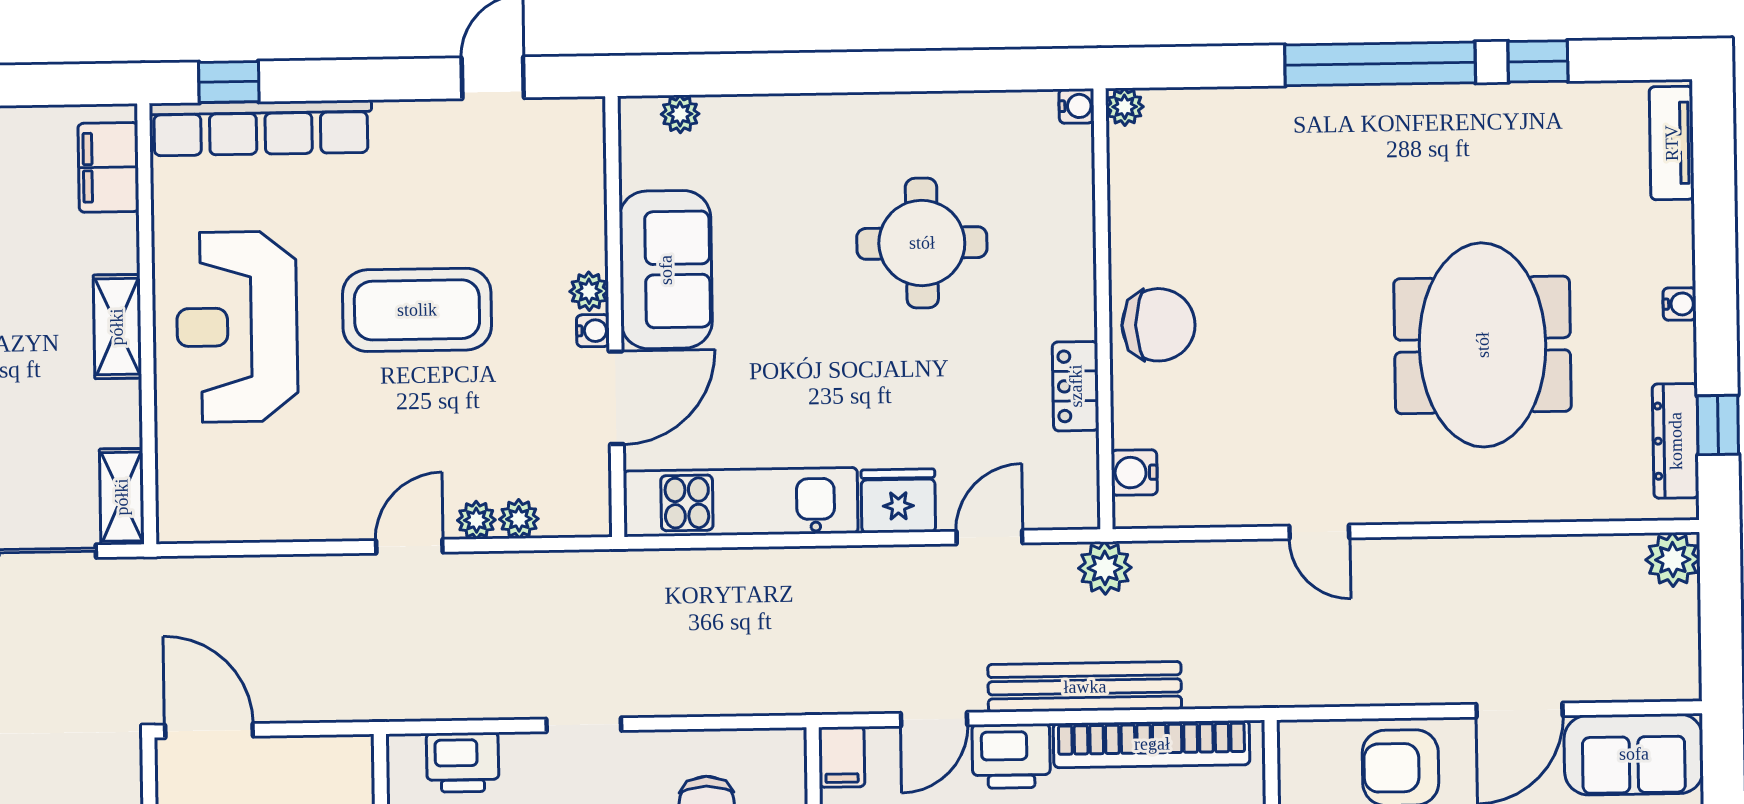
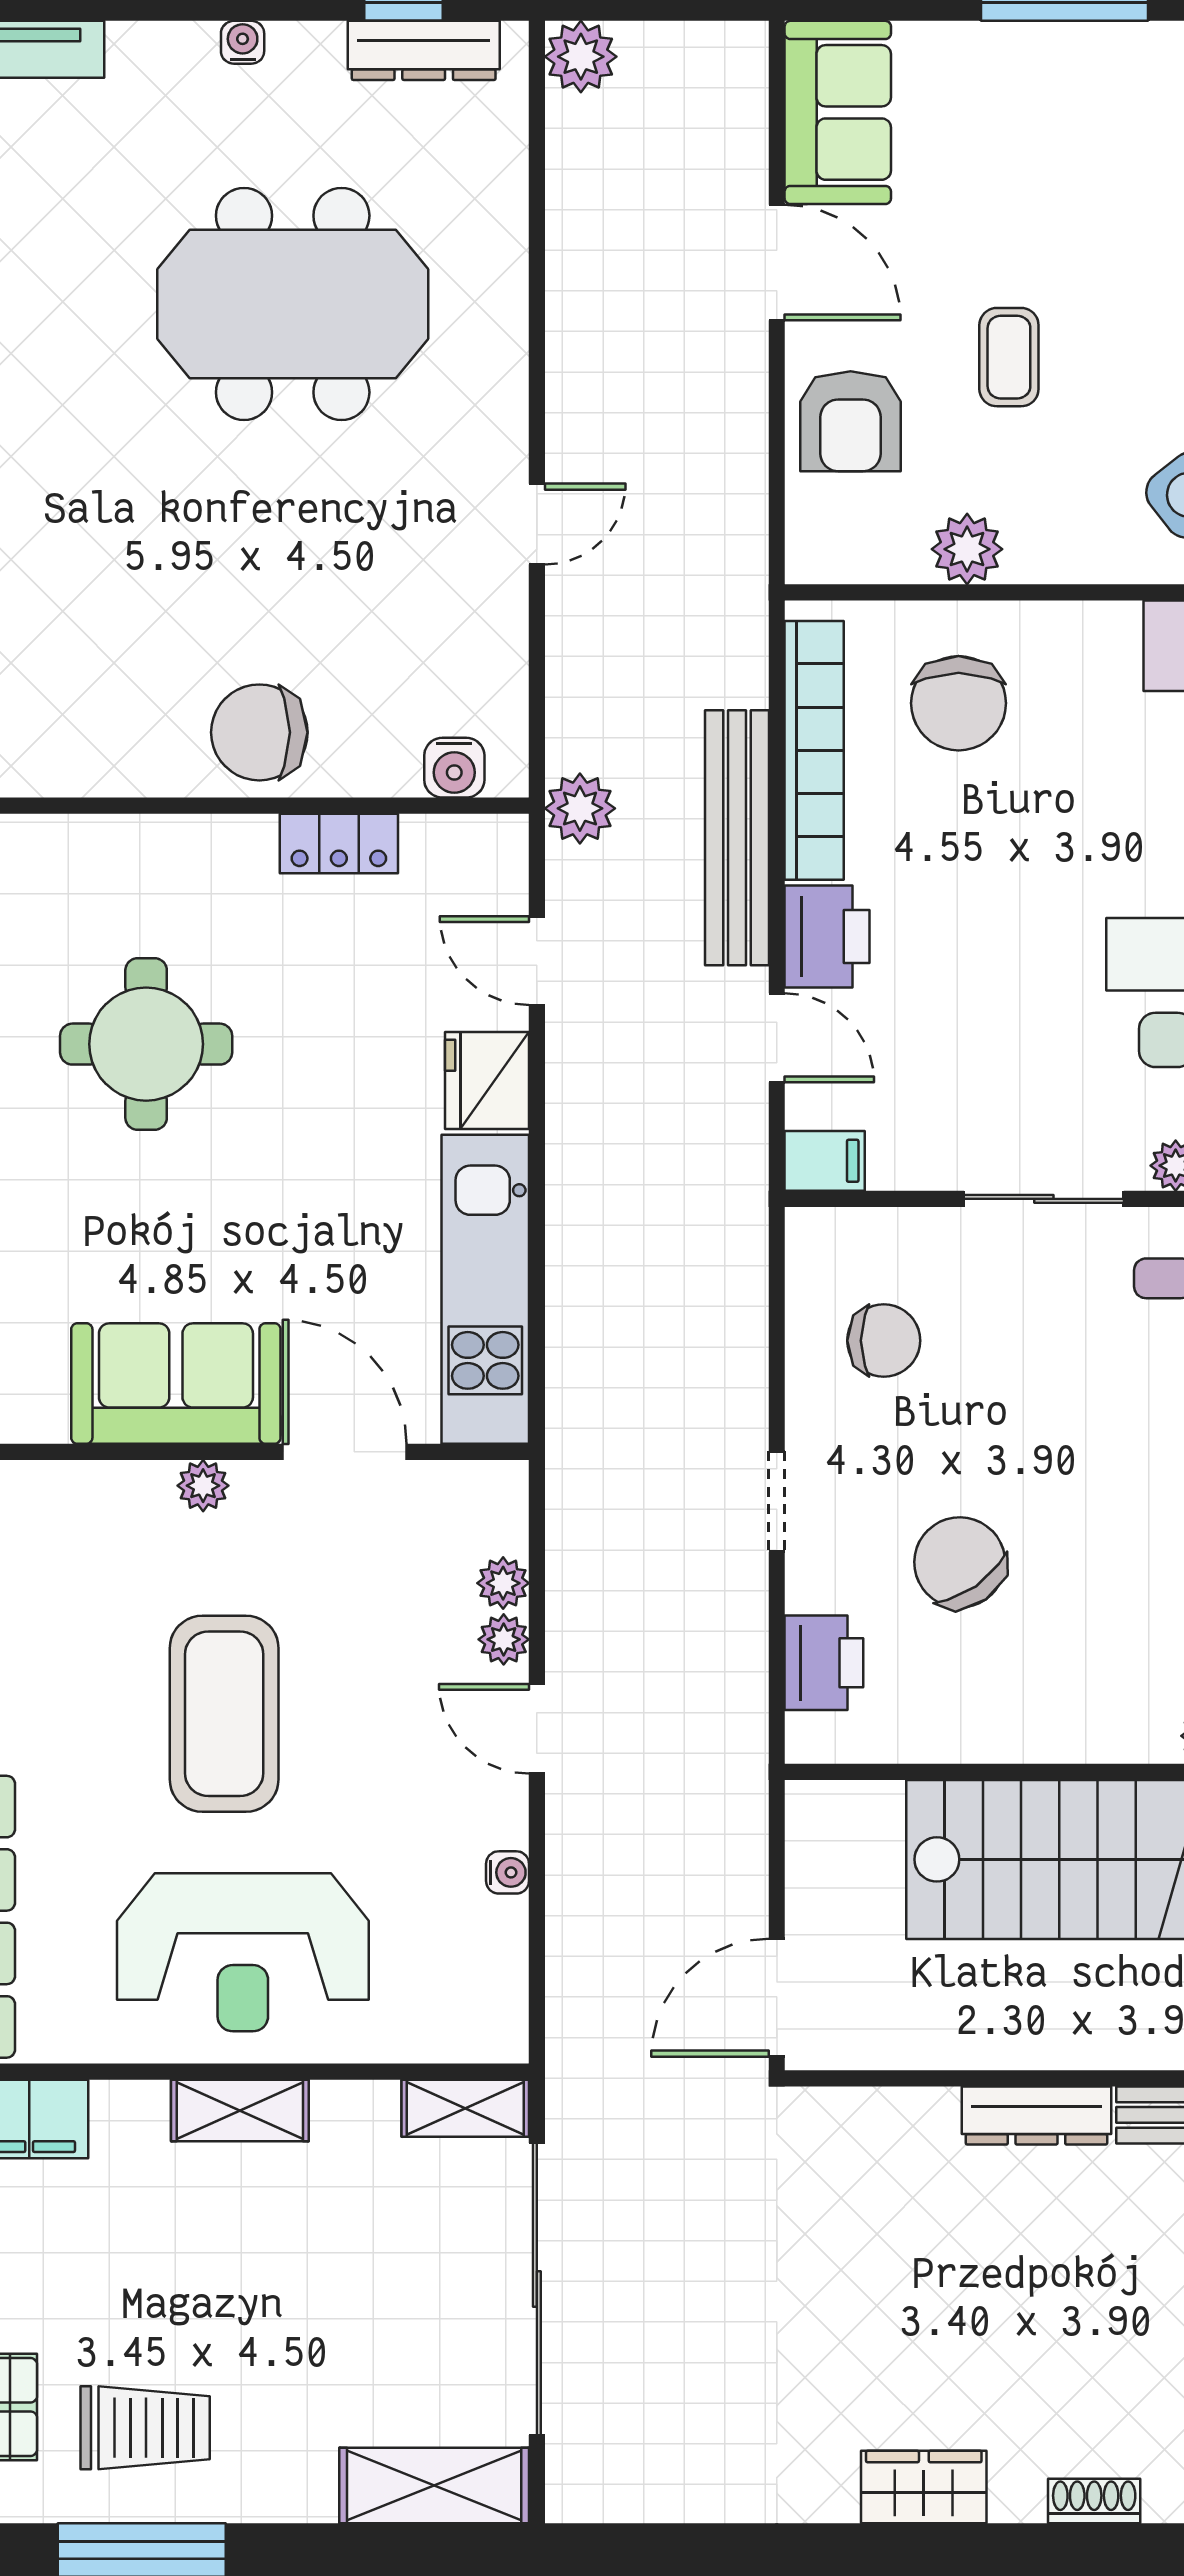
chair: (1159, 325) -> (259, 732), turned -90
water cooler: (593, 331) -> (508, 1872), moved, turned 90

